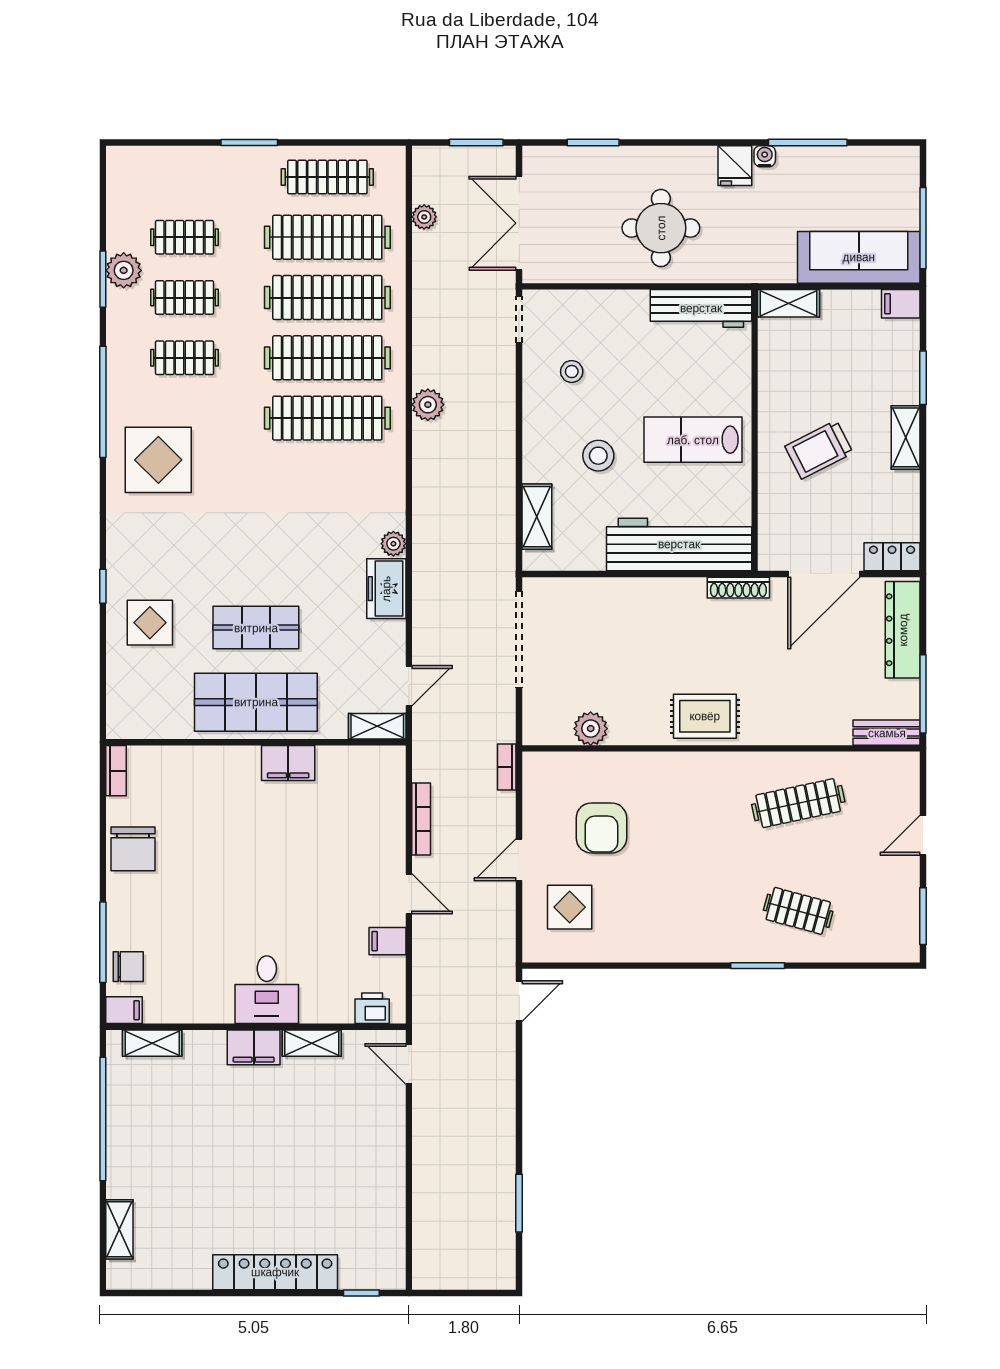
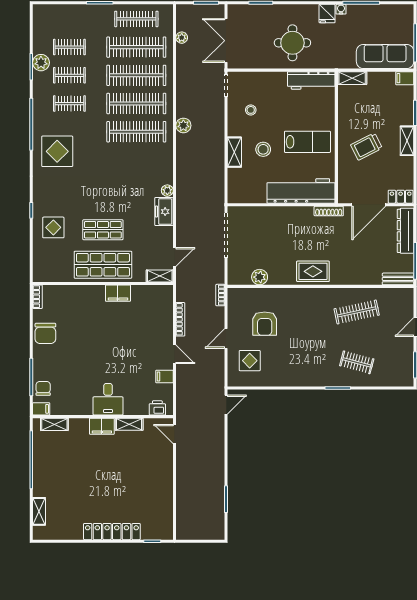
lab bench: (693, 440) -> (307, 142), turned 180
shelving: (537, 517) -> (234, 152), moved
chair: (128, 967) -> (43, 388), turned -90

